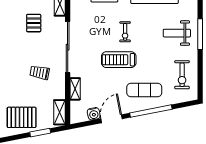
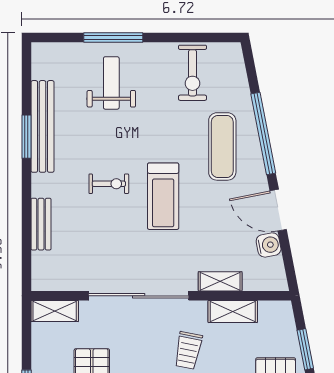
weight bench: (177, 33) -> (111, 83), turned 180
exercise bike: (182, 75) -> (192, 73), turned 90
shelving: (60, 112) -> (233, 311), moved

